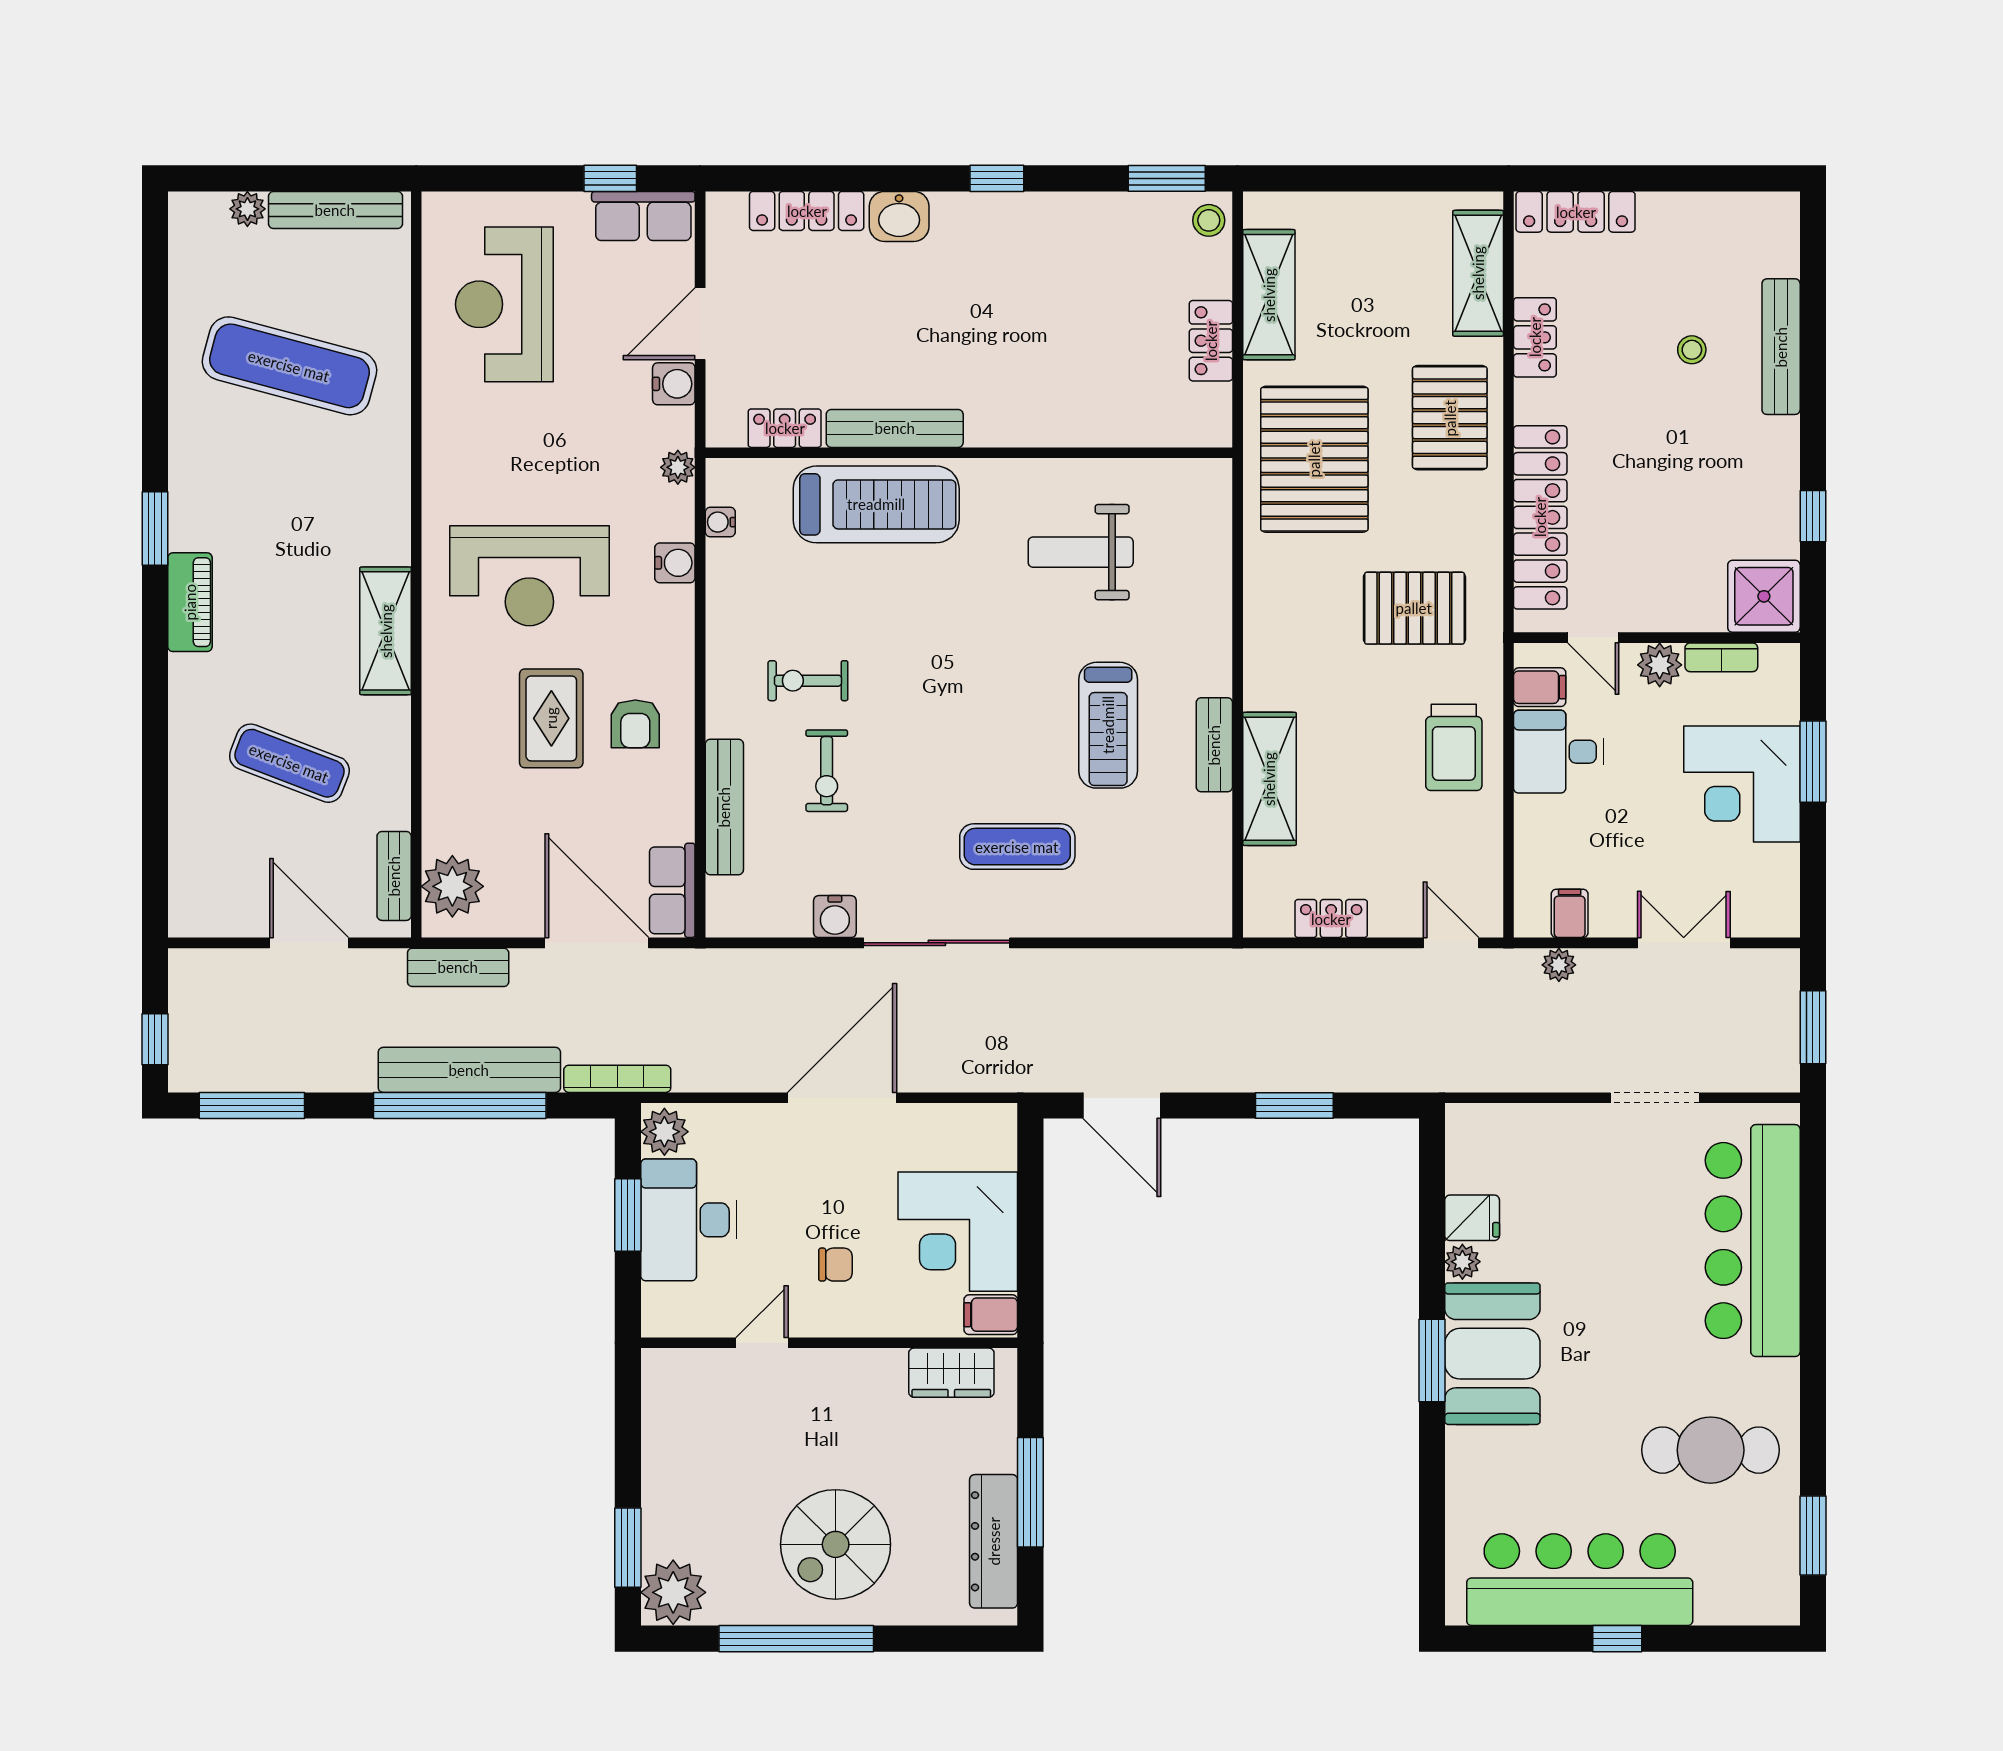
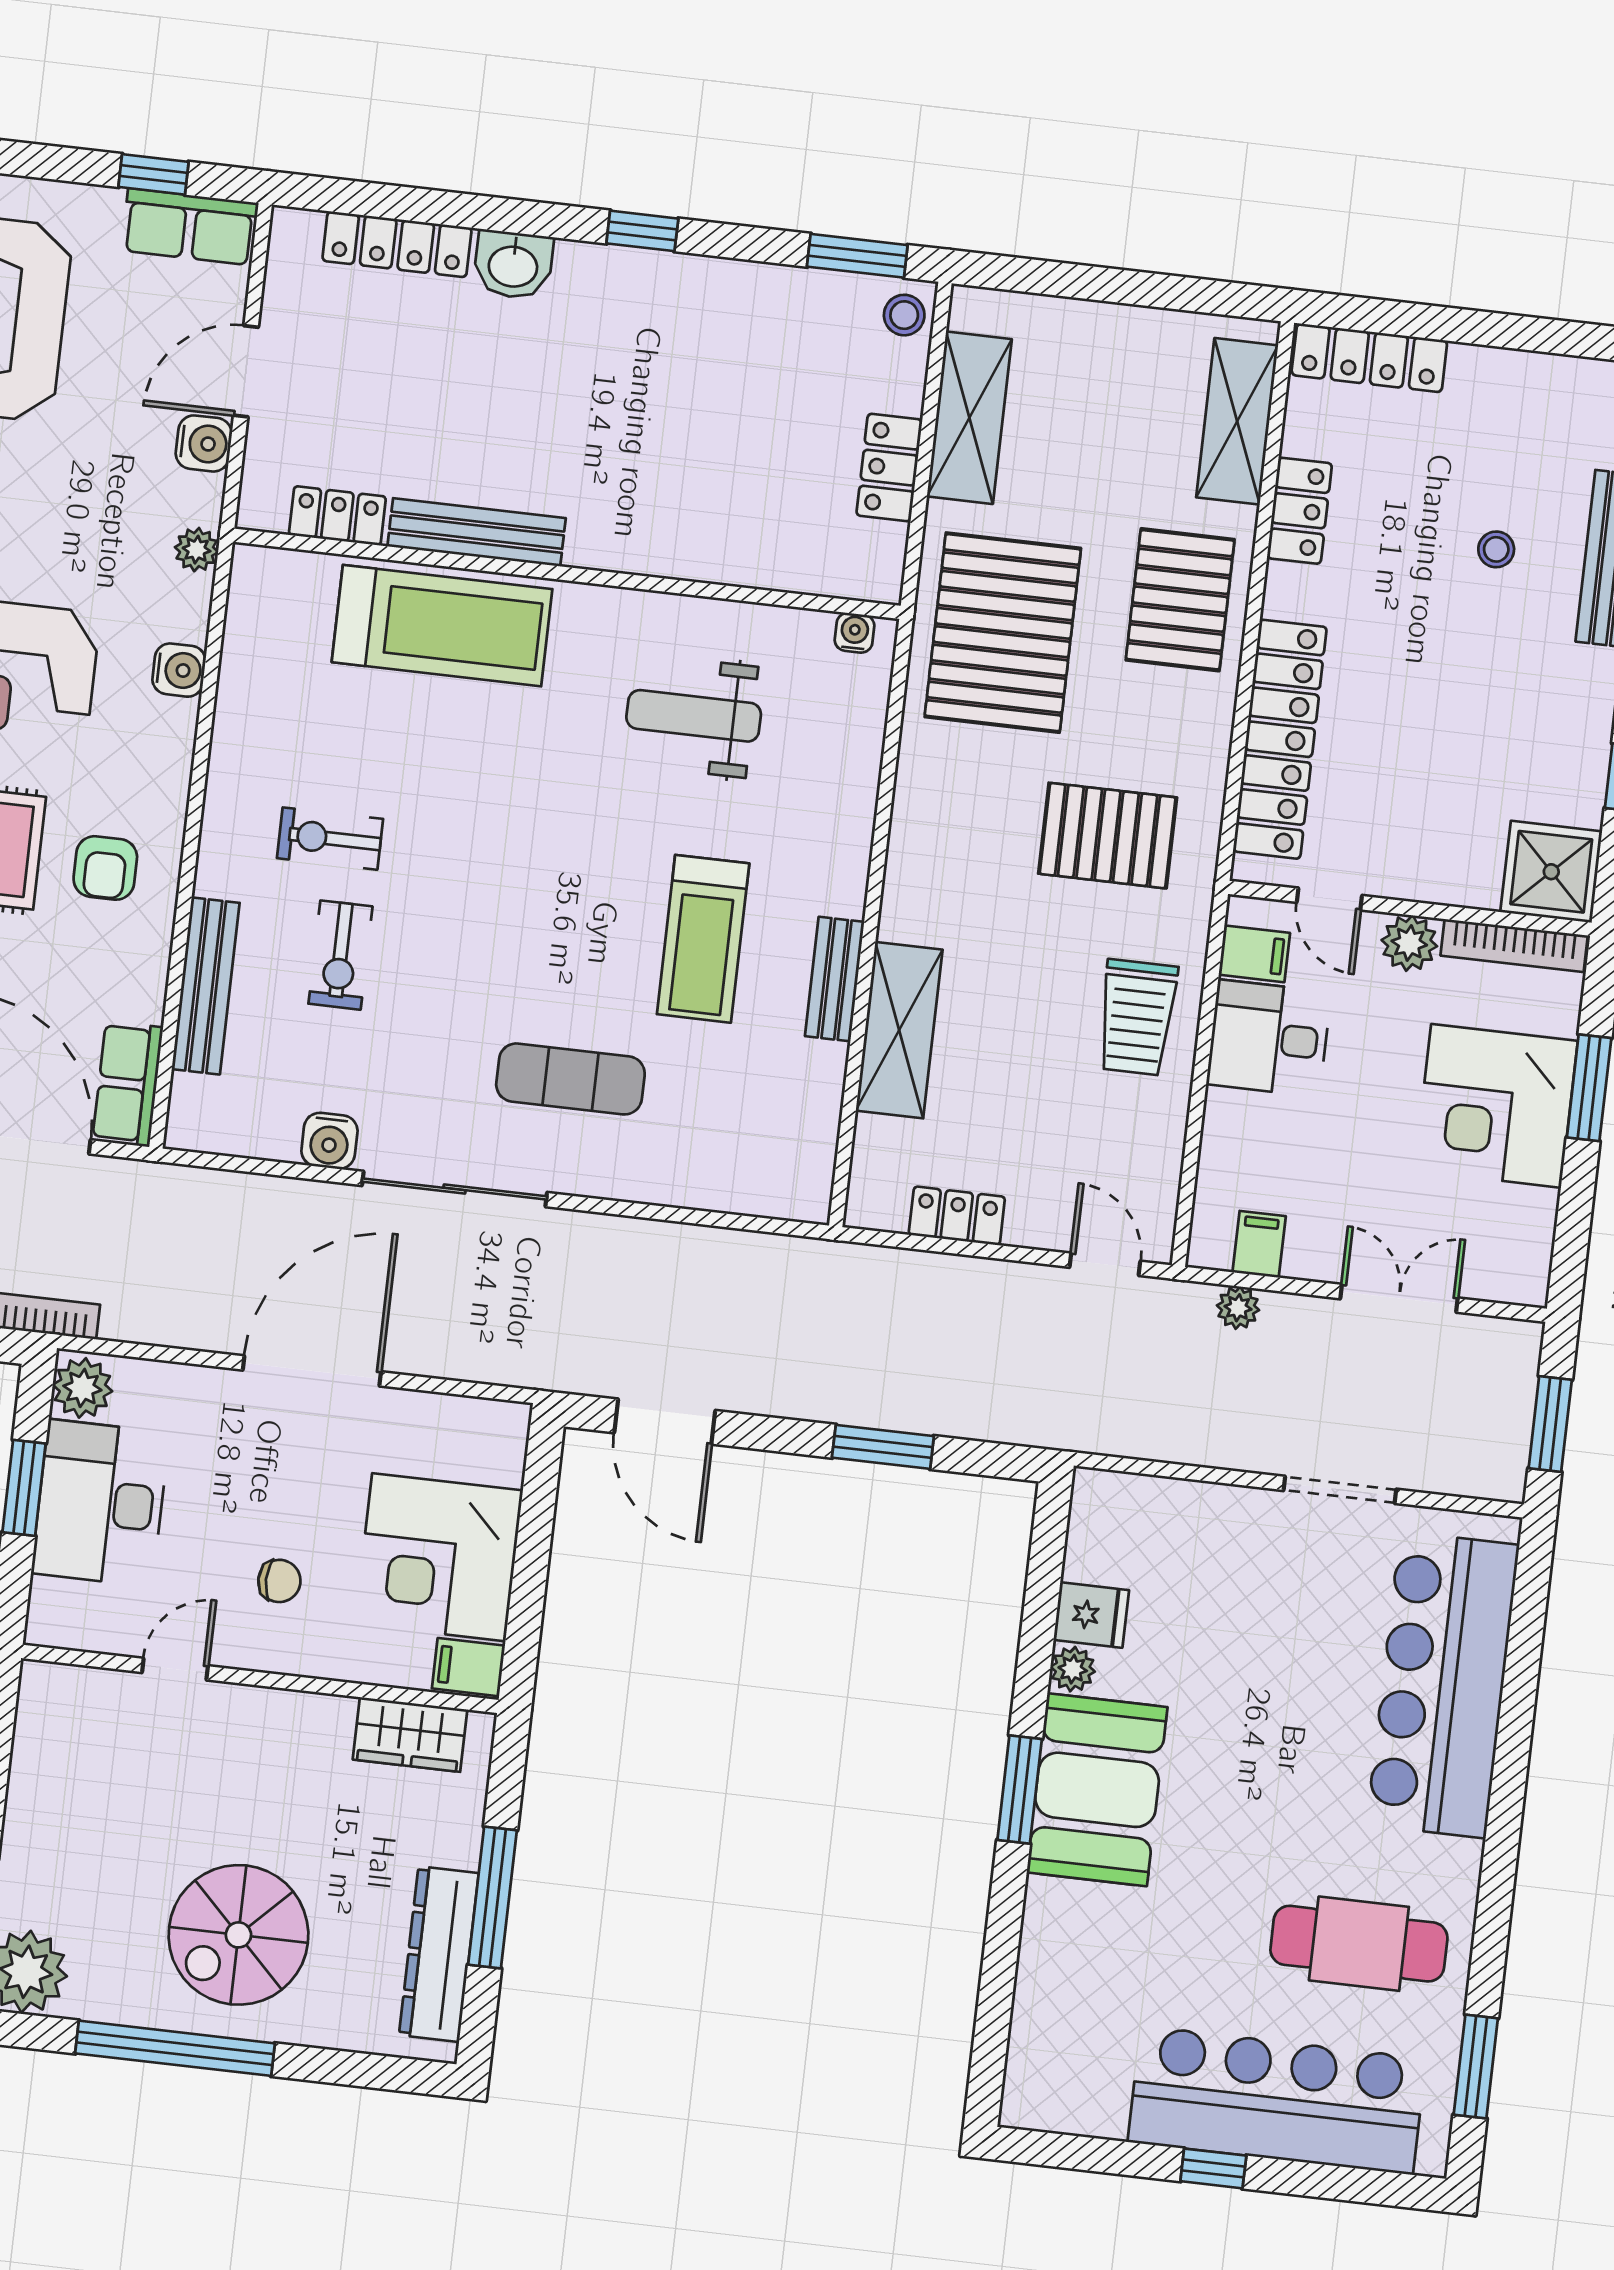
water cooler: (720, 522) -> (855, 633), moved, turned 90
bookcase: (1721, 657) -> (1514, 946), width x1.56
bar counter: (1580, 1580) -> (1277, 2100), moved

